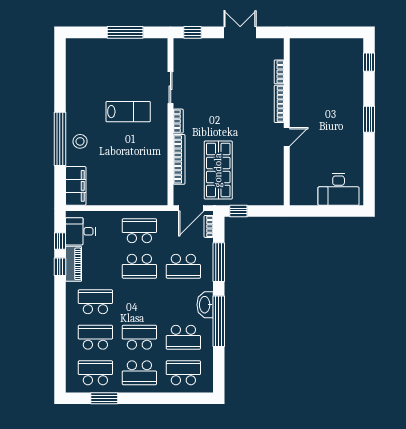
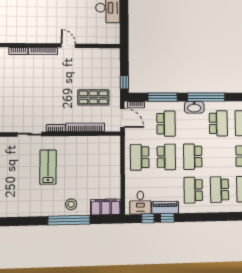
shop shelf: (218, 170) -> (93, 97), width x0.70, depth x0.74
school desk: (139, 337) -> (193, 157), moved

